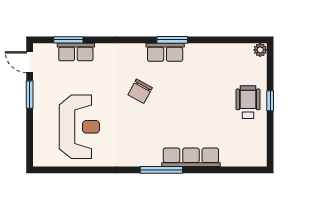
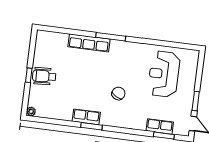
row of seats: (165, 52) -> (86, 117), moved
wheelchair: (248, 102) -> (44, 76), turned 87

